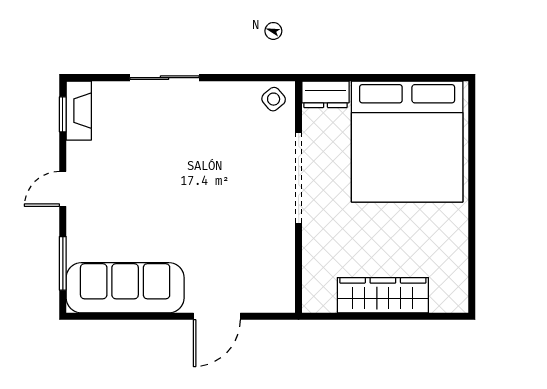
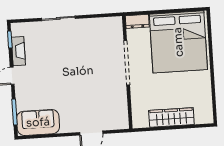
side table: (274, 99) -> (112, 25), removed
fireplace: (79, 111) -> (18, 51), moved
sofa: (125, 288) -> (38, 122), width x0.73

